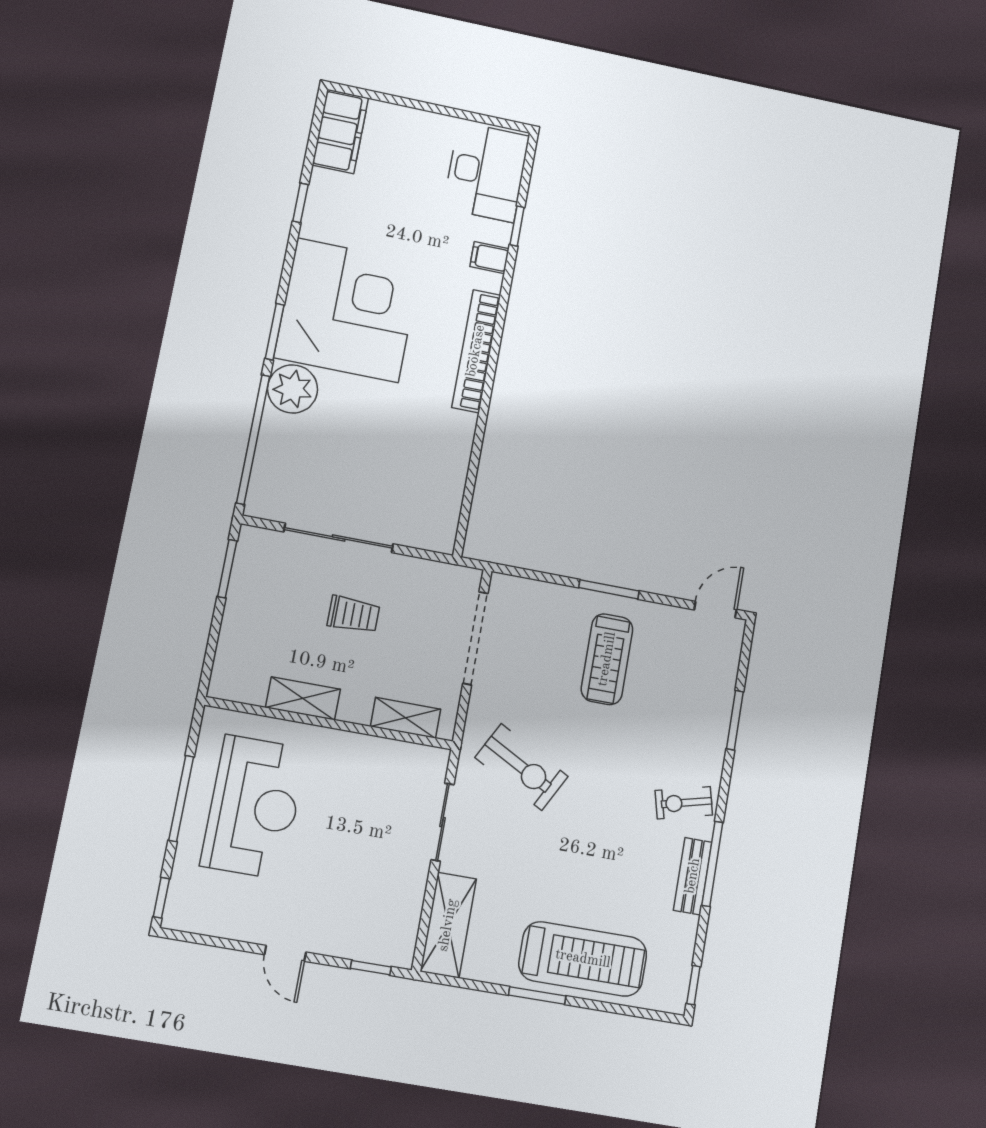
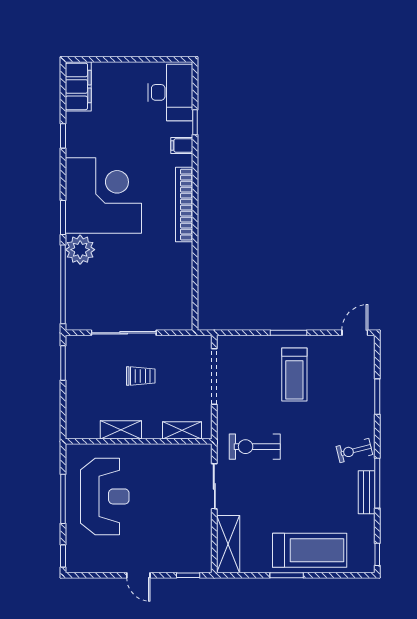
exercise bike: (521, 767) -> (255, 447), turned 152

